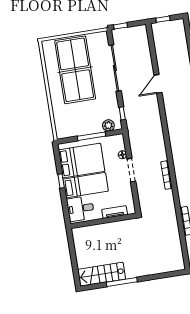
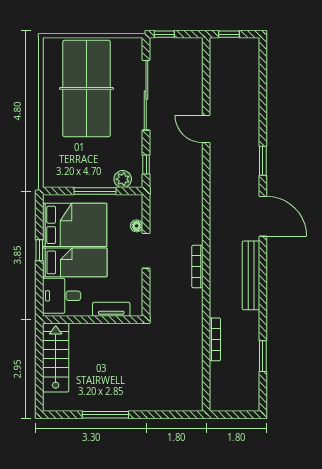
door: (158, 84) -> (206, 129), hinge flipped
stairs: (102, 274) -> (56, 358), moved, turned 90

